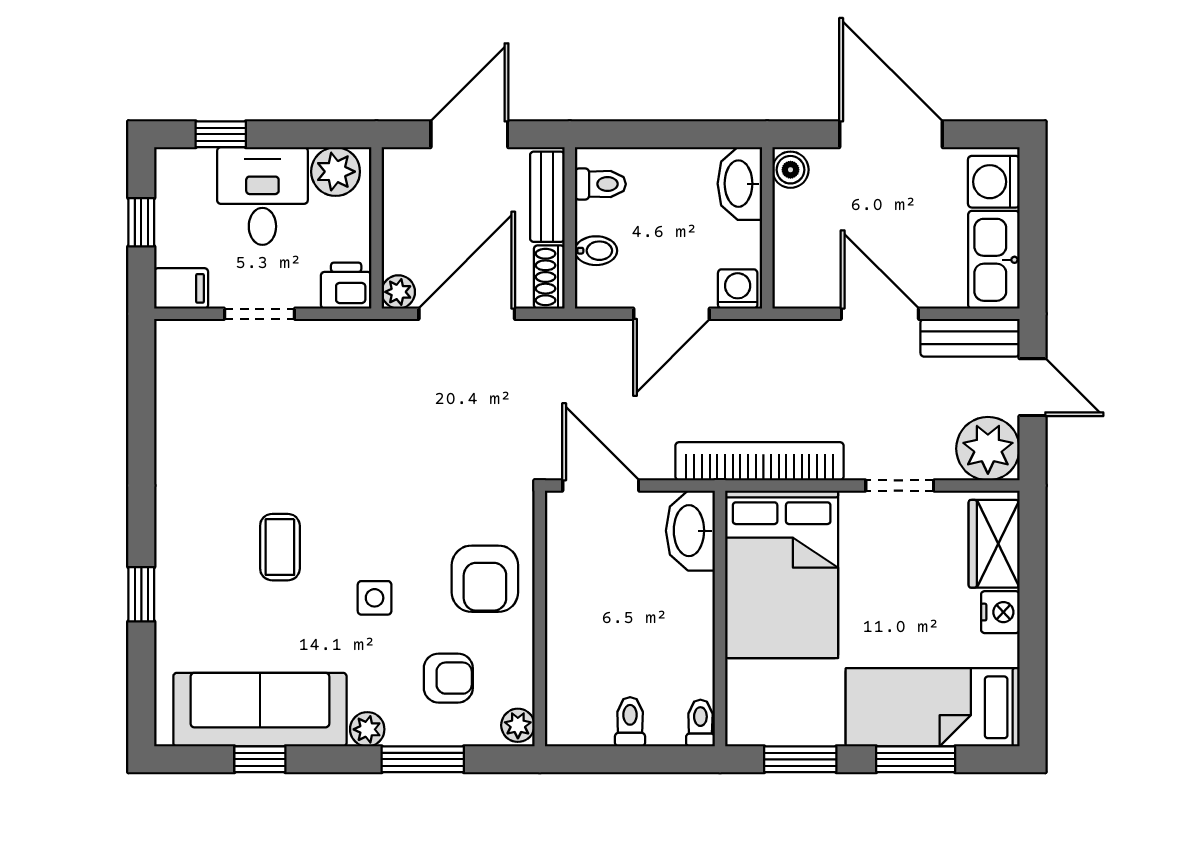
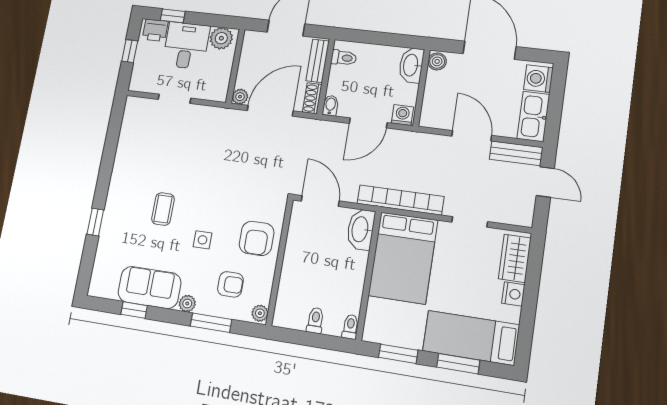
bidet: (596, 251) -> (330, 106), moved, turned -90
printer: (346, 286) -> (155, 30), moved, turned 180
filing cabinet: (181, 288) -> (141, 83), removed
plant: (988, 449) -> (518, 210), removed
sofa: (260, 710) -> (149, 287), width x0.73

